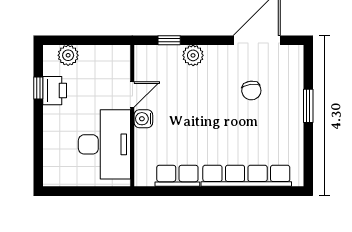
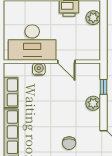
chair: (251, 90) -> (69, 143), turned -82
water cooler: (143, 119) -> (39, 69), moved

